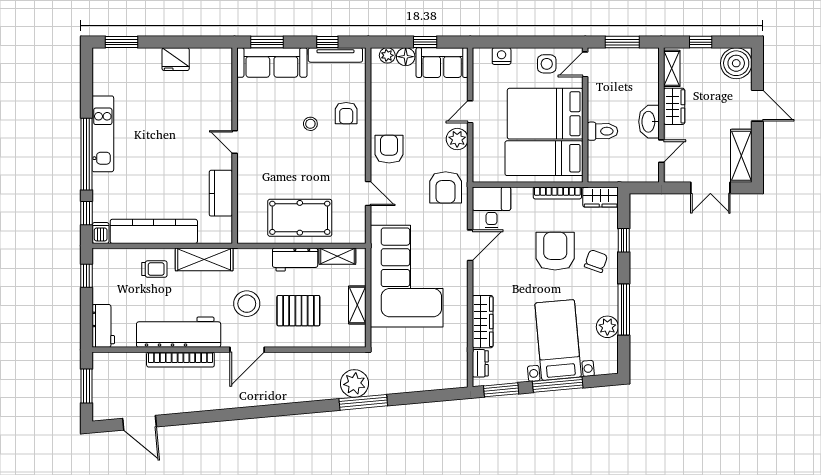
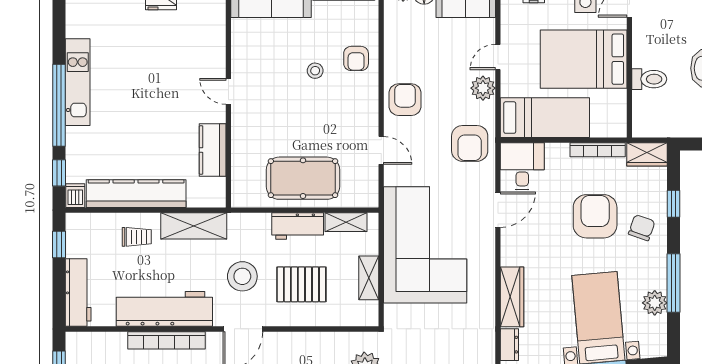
bed: (544, 158) -> (545, 118), moved, turned 180
workbench: (103, 326) -> (78, 293), width x1.38

